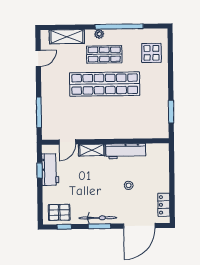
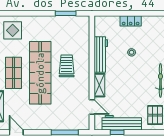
trolley: (113, 113) -> (67, 66), added
workbench: (50, 170) -> (122, 123), width x1.37
locker: (164, 205) -> (131, 21), moved

